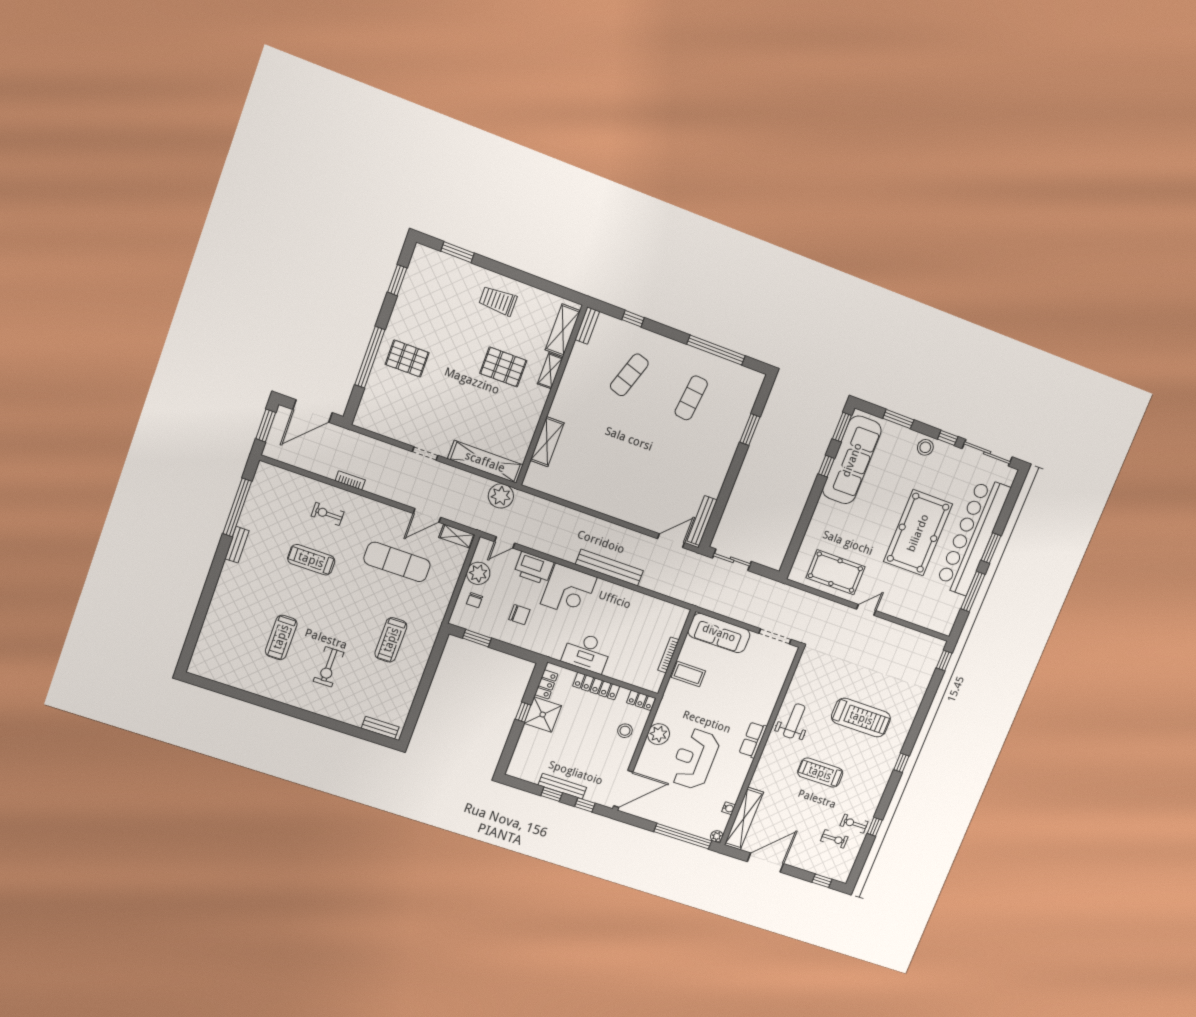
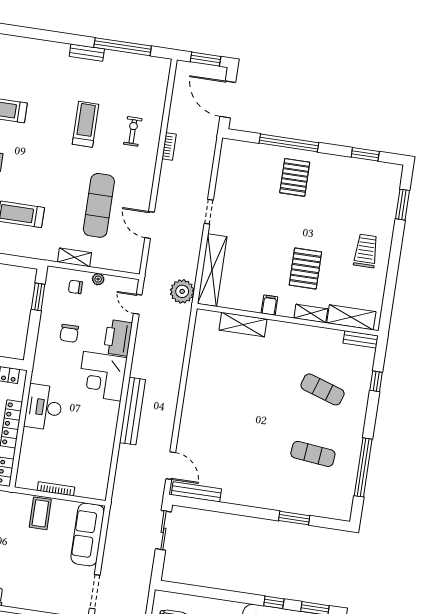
filing cabinet: (533, 411) -> (269, 305), added
shelving: (457, 536) -> (75, 257), moved, turned 90
plant: (478, 573) -> (98, 279), width x0.53, depth x0.53

